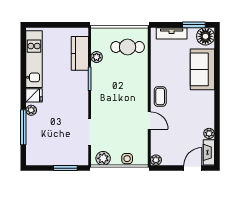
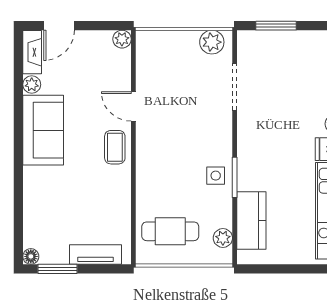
floor lamp: (205, 36) -> (31, 256), width x0.53, depth x0.53
plant: (97, 57) -> (223, 238), moved
sofa: (202, 69) -> (43, 130), moved
side table: (127, 159) -> (216, 176), moved

